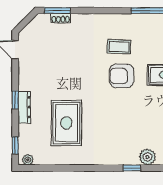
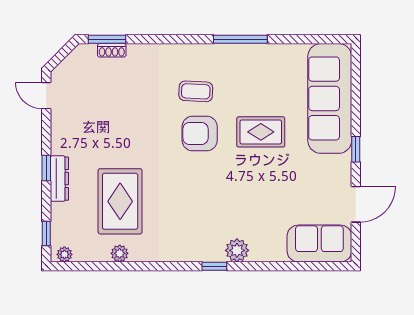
plant: (66, 159) -> (120, 253), added

